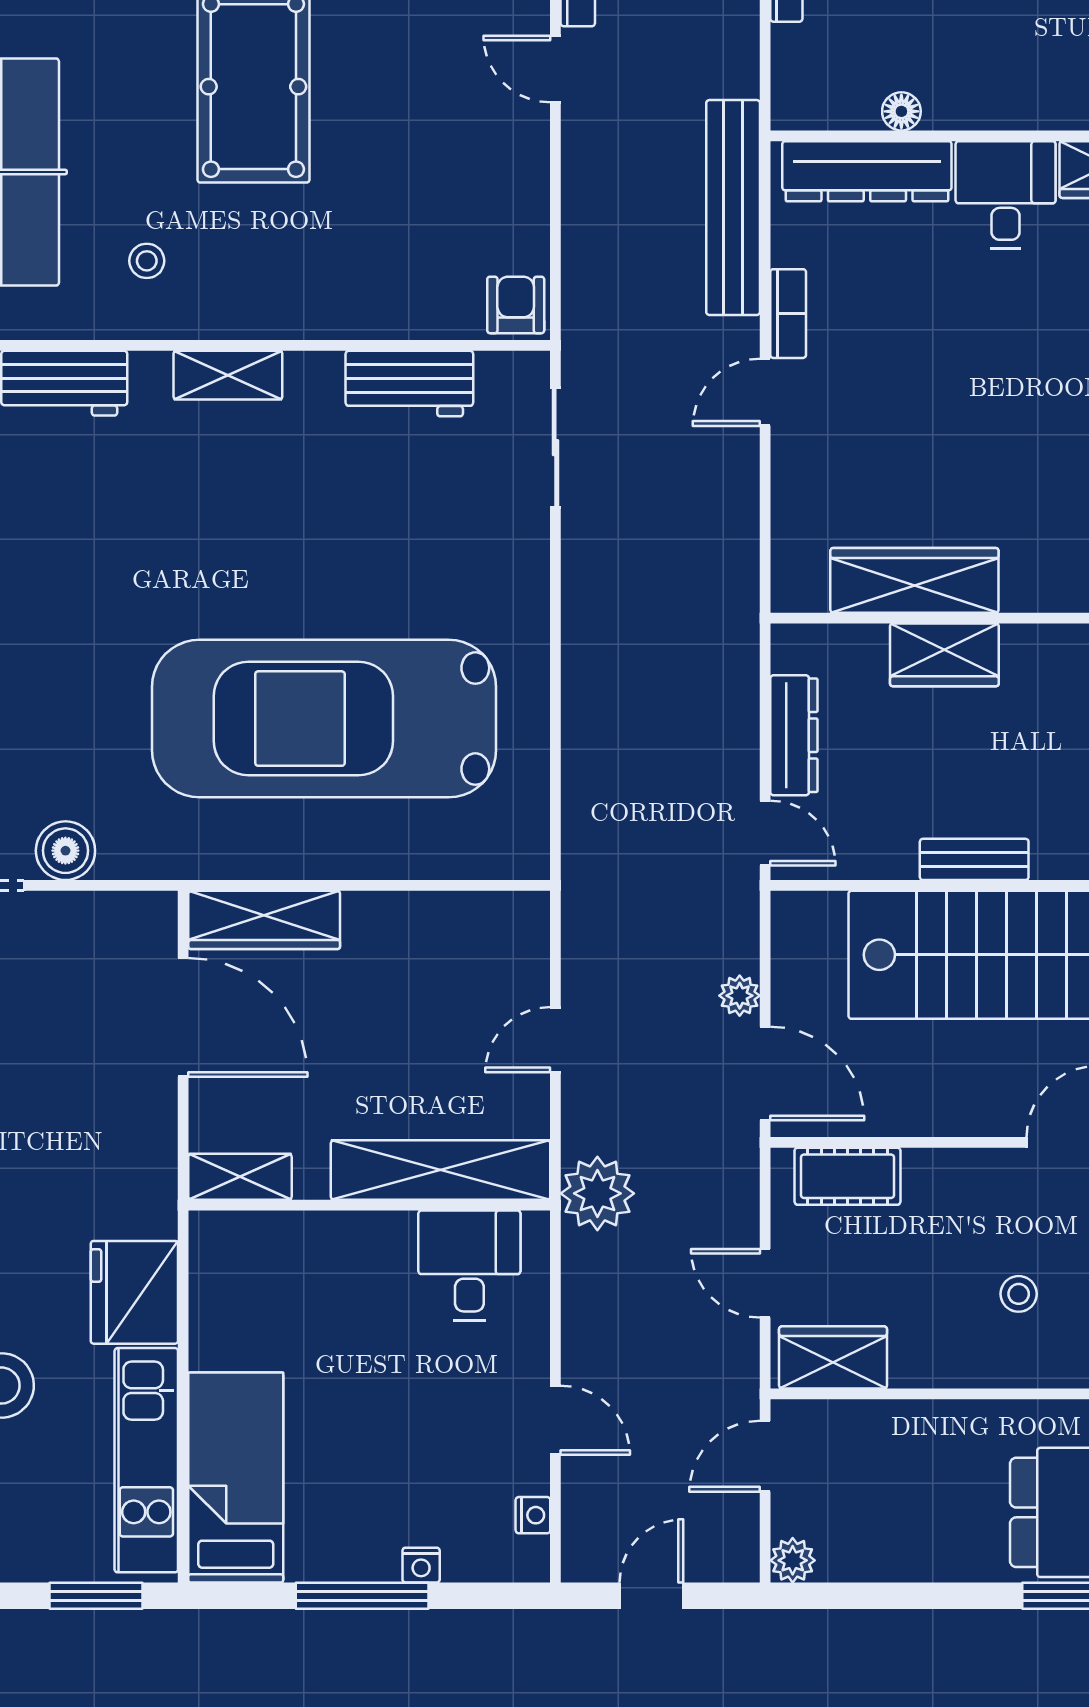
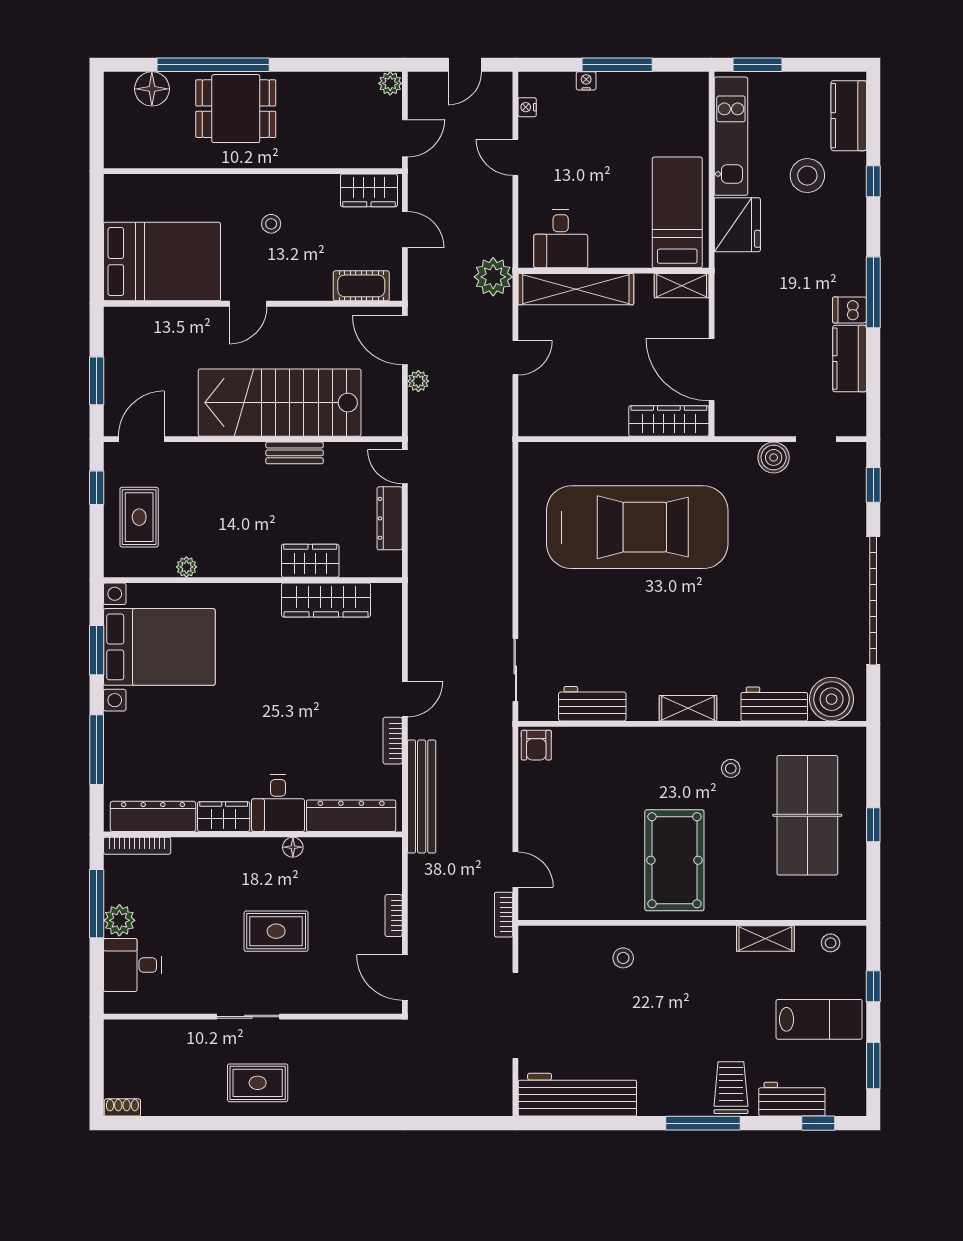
floor lamp: (901, 111) -> (293, 847), moved
bed: (236, 1477) -> (677, 212), moved, turned 180

